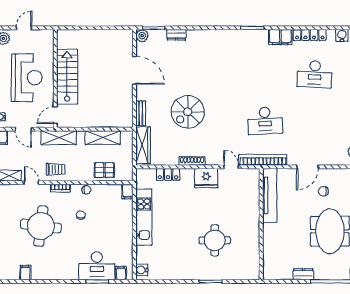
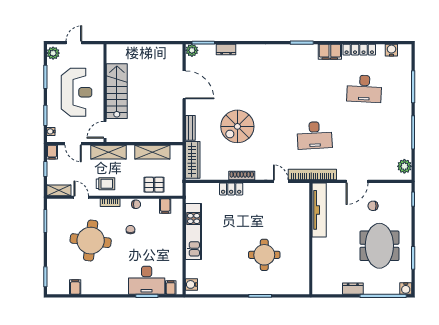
locker: (168, 174) -> (231, 189), moved
fridge: (206, 178) -> (256, 193), removed
filing cabinet: (127, 191) -> (165, 206), moved

